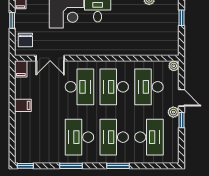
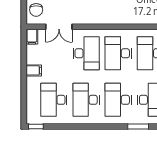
desk: (45, 137) -> (54, 100), added
window: (71, 166) -> (78, 126), removed
window: (118, 166) -> (138, 126), moved

